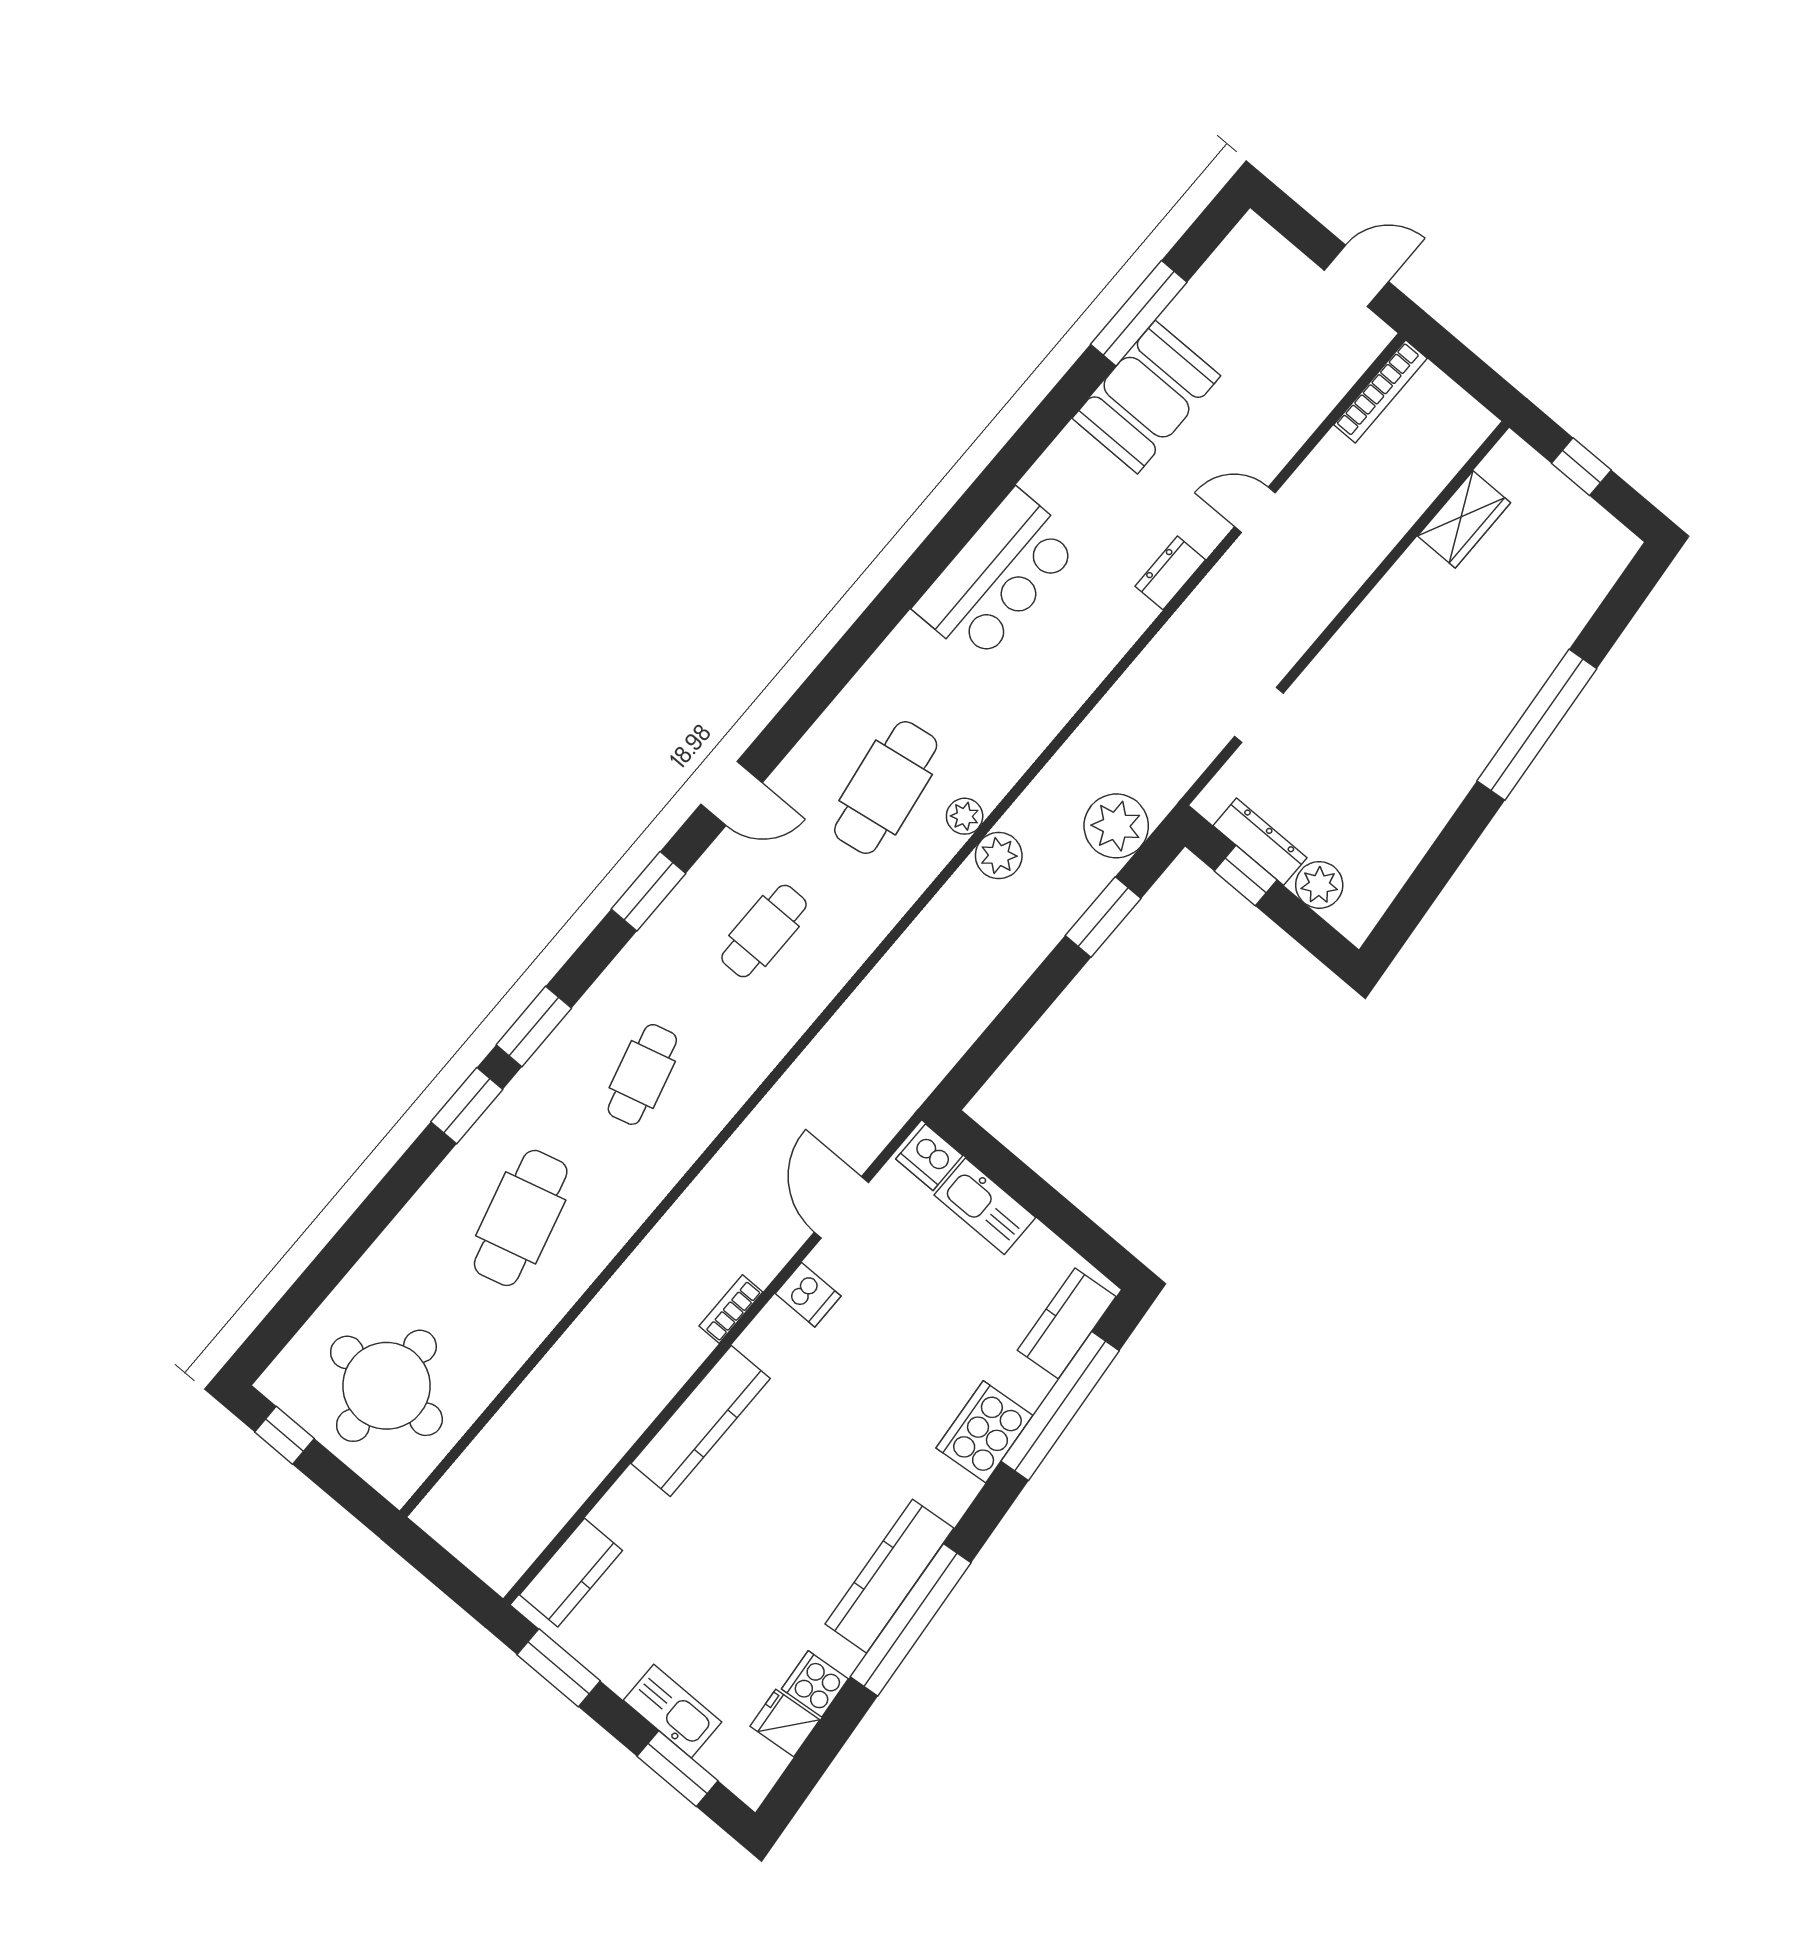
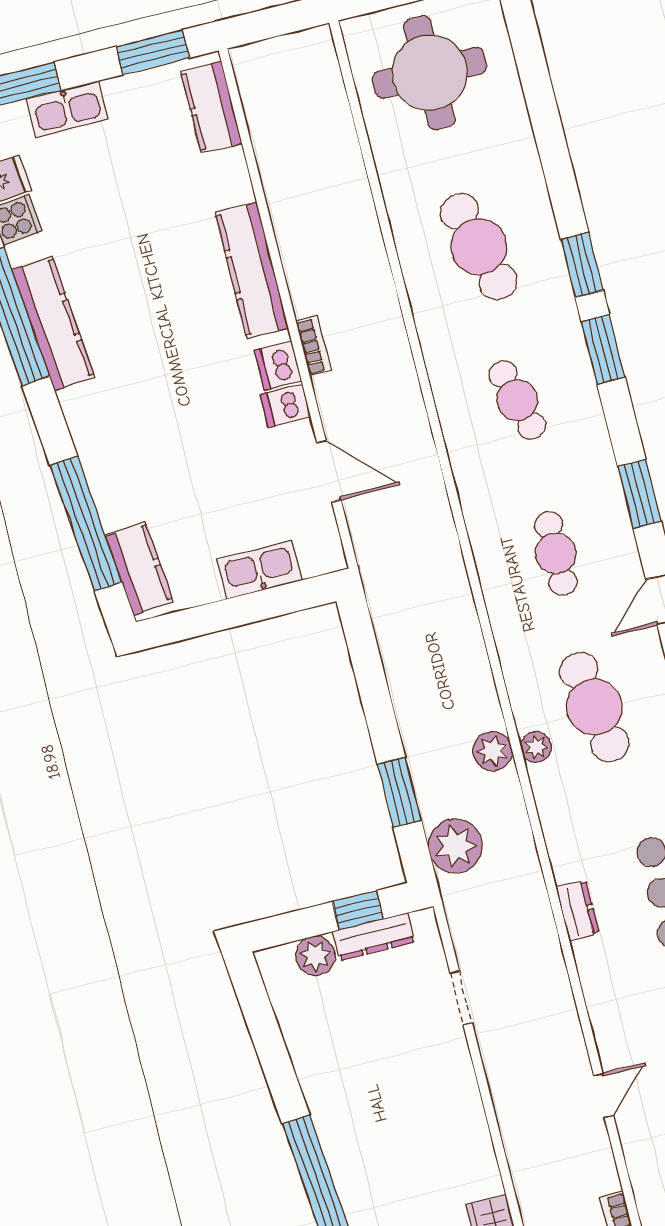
dresser: (1170, 573) -> (578, 910), moved
dishwasher: (929, 1157) -> (278, 366), moved, turned -90
cooker: (984, 1432) -> (105, 459), removed

